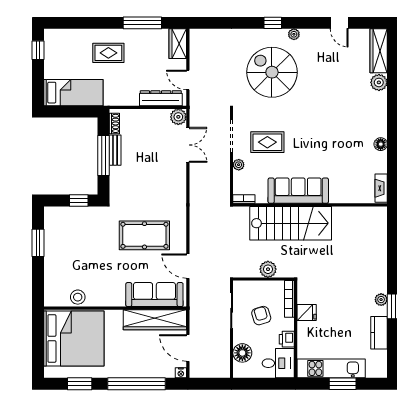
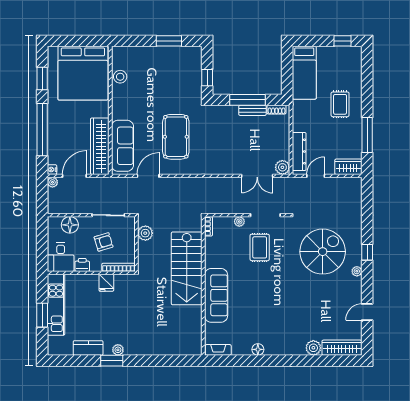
sofa: (298, 191) -> (216, 295), moved
plant: (268, 269) -> (145, 233), moved
plant: (195, 372) -> (52, 182), added

